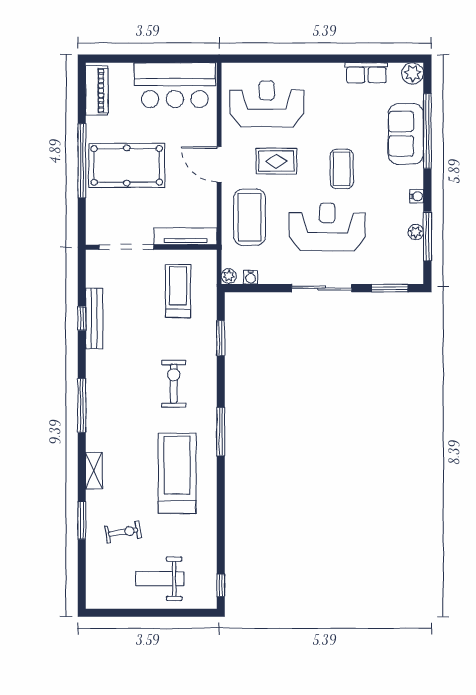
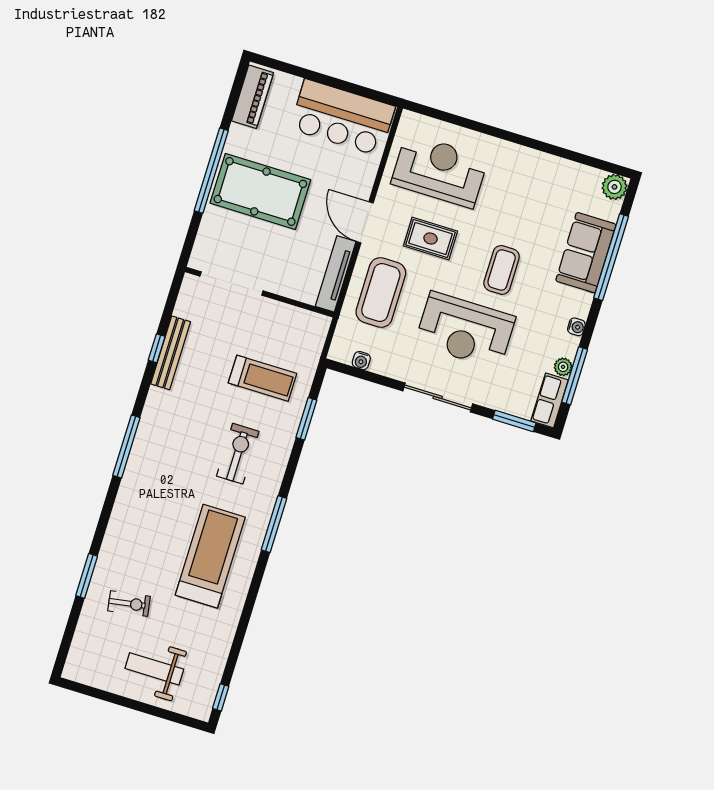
row of seats: (366, 73) -> (550, 400), moved, turned 90
reception desk: (327, 227) -> (465, 330), turned 180
tv unit: (185, 236) -> (336, 274), moved, turned -90
plant: (229, 276) -> (337, 352), removed
treadmill: (178, 291) -> (262, 378), moved, turned 90
shelving: (94, 471) -> (118, 524), removed

